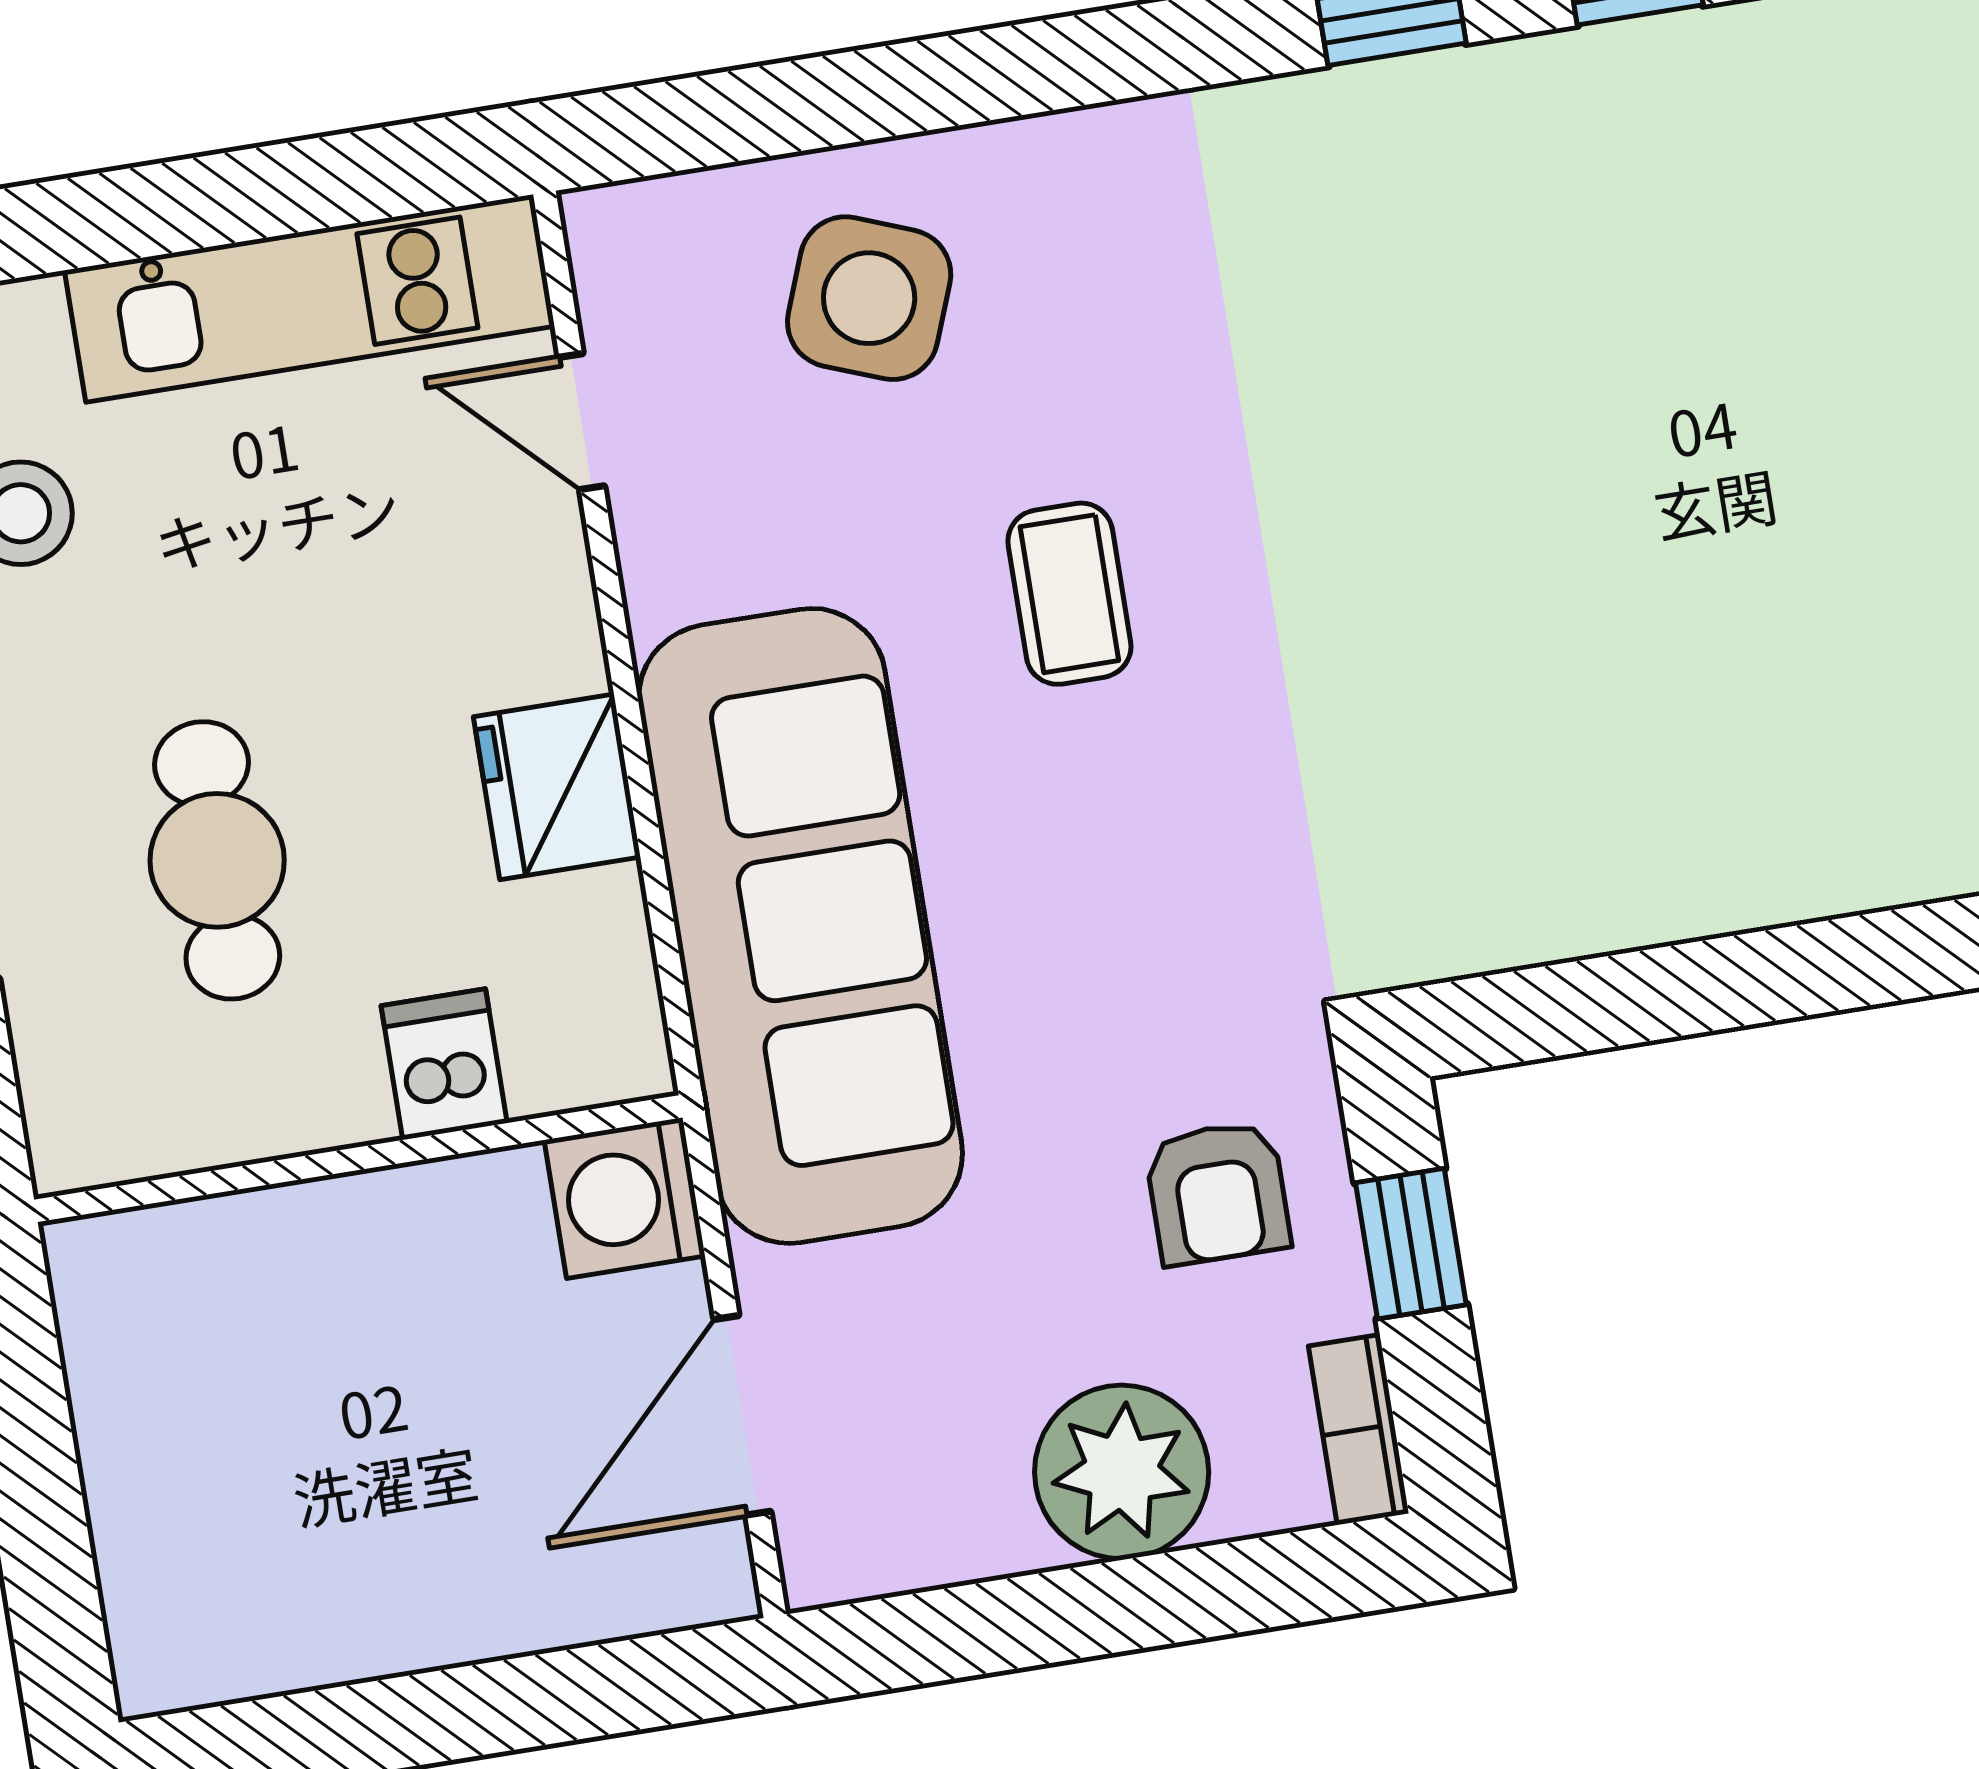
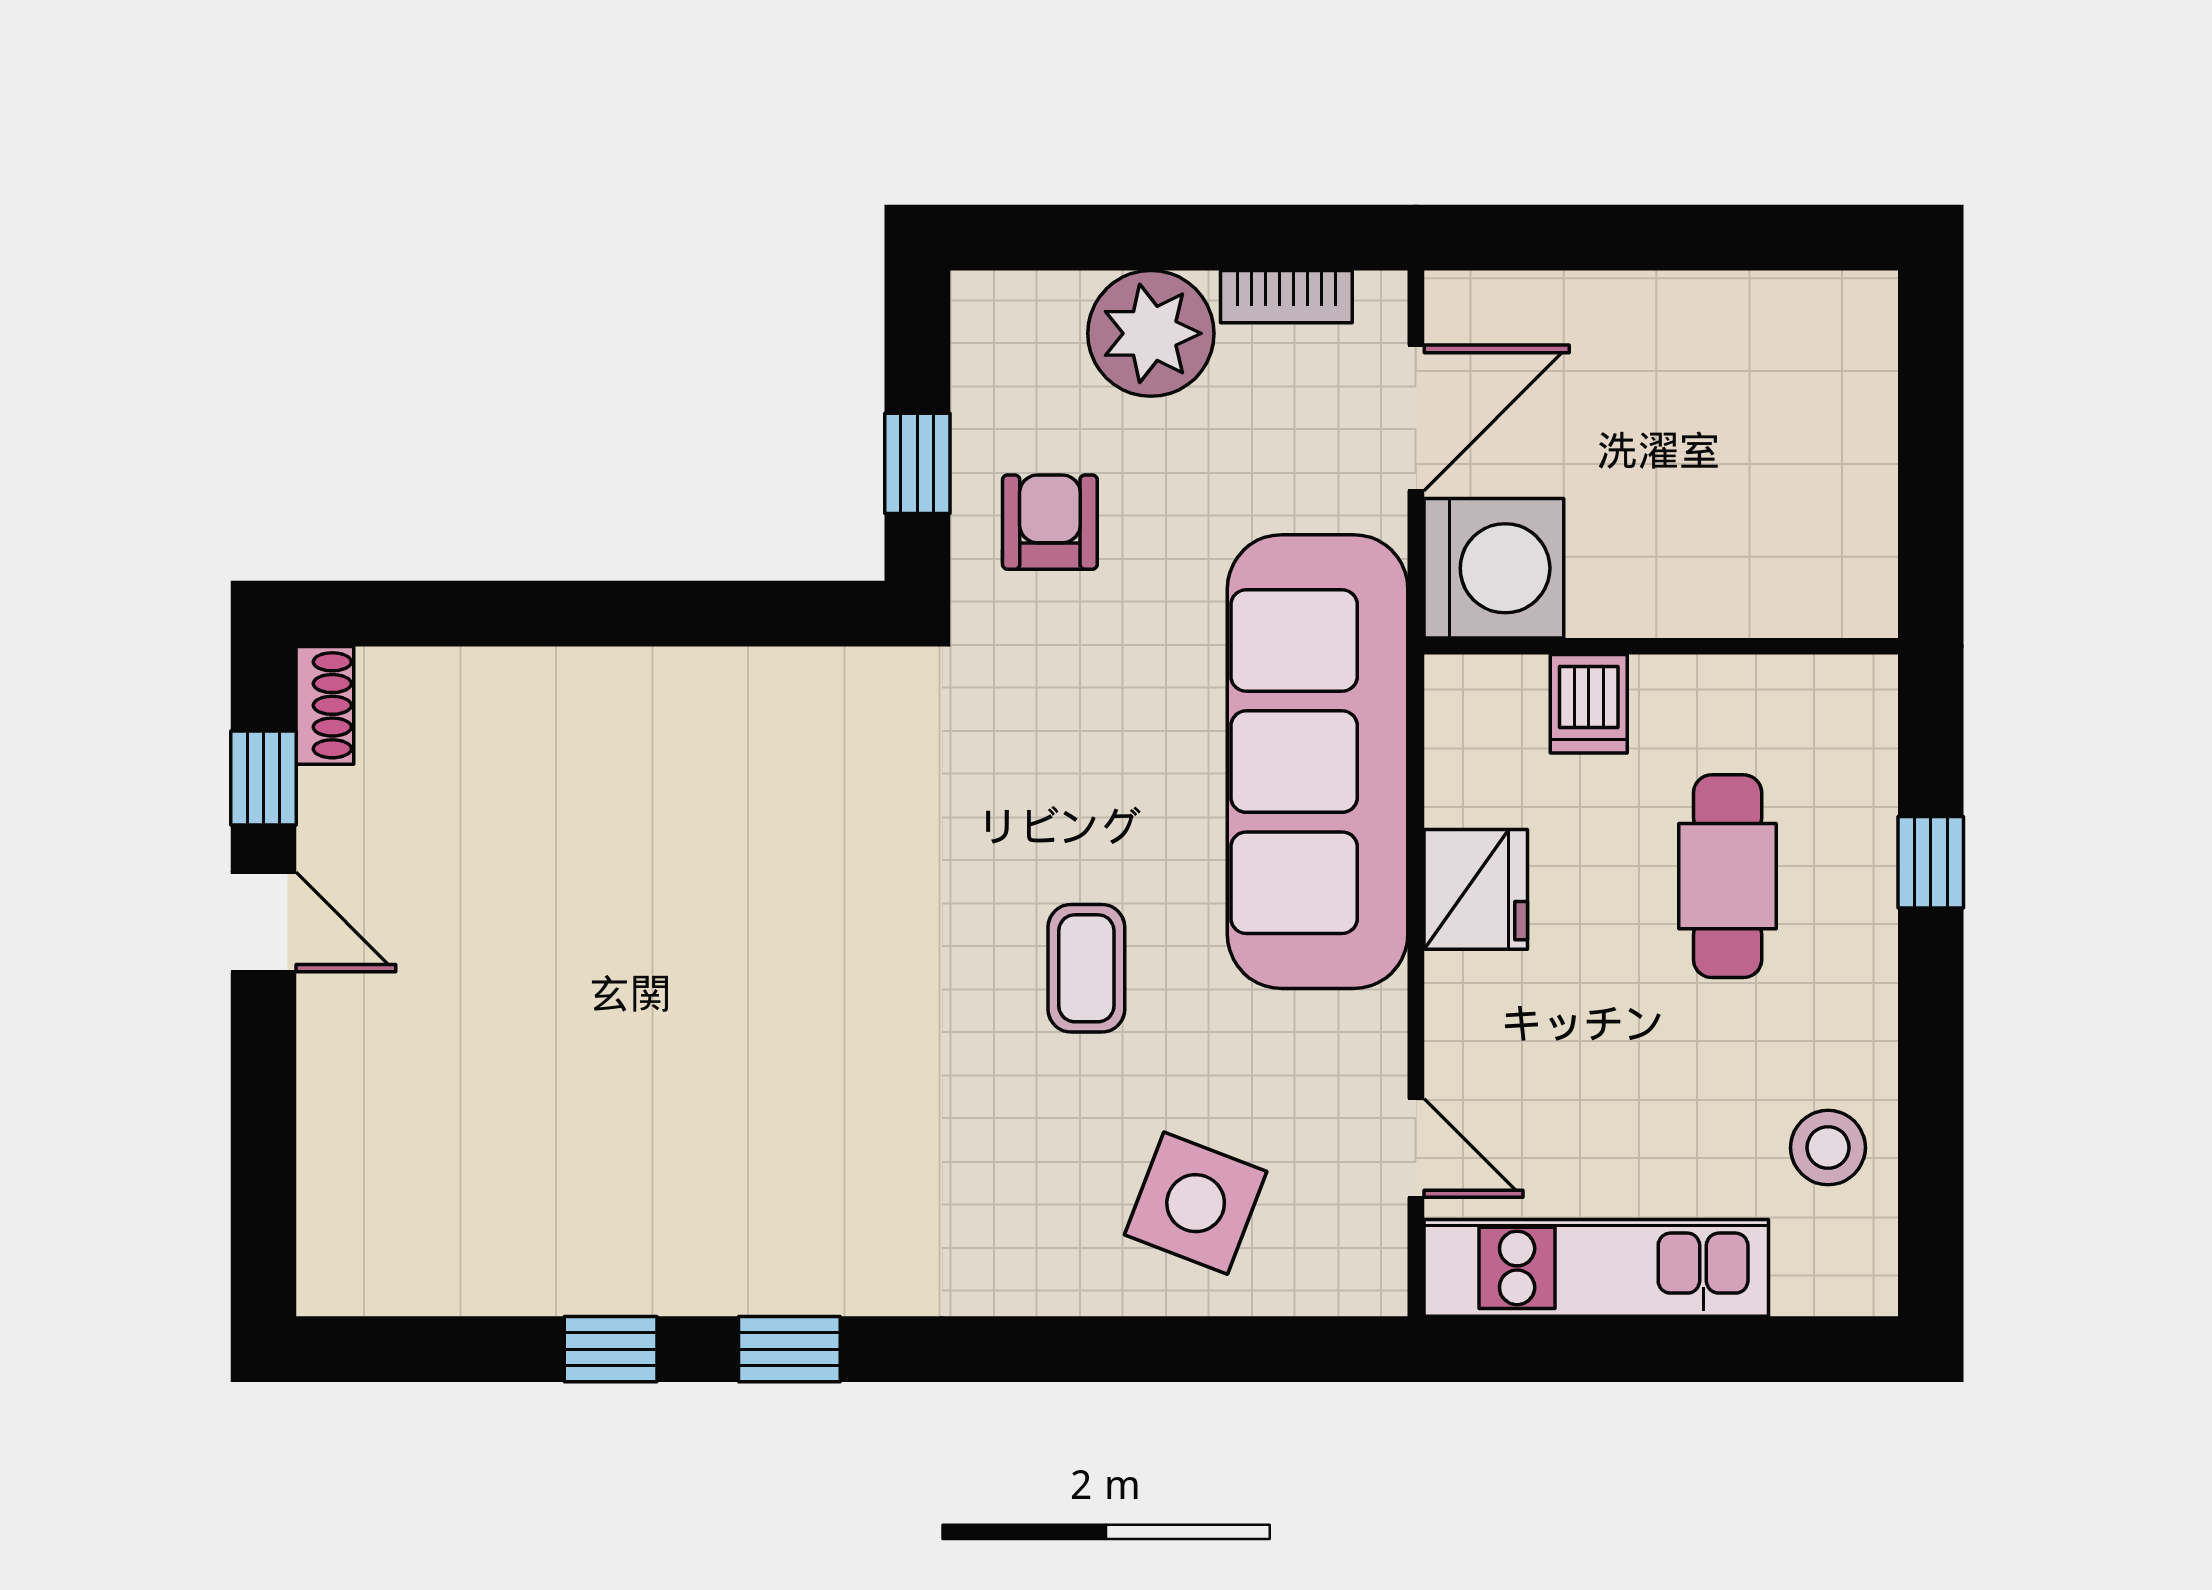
washing machine: (625, 1198) -> (1494, 568), width x1.37, depth x1.37
bookcase: (1359, 1430) -> (1286, 297), moved, turned 90

